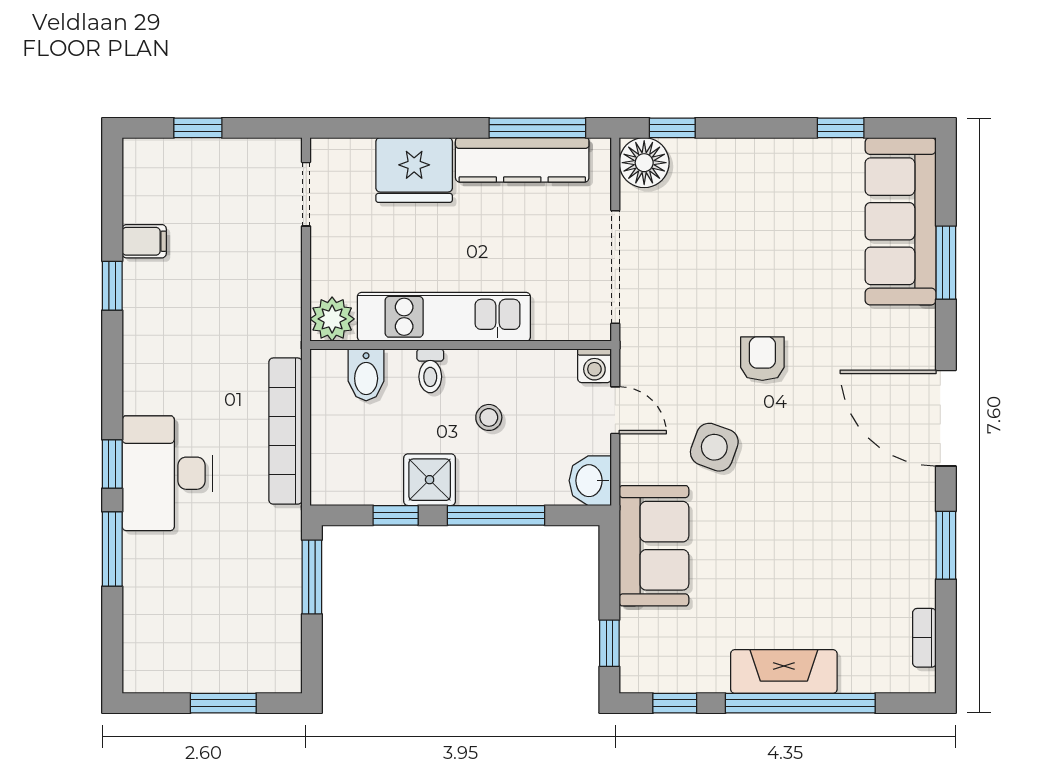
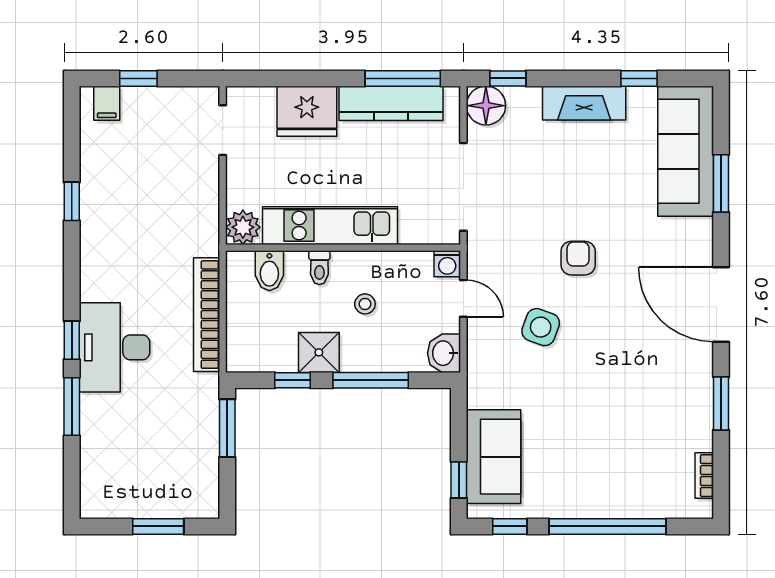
filing cabinet: (144, 241) -> (107, 103), moved, turned 90
sofa: (654, 546) -> (494, 457), moved
fireplace: (784, 671) -> (584, 103), moved, turned 180

